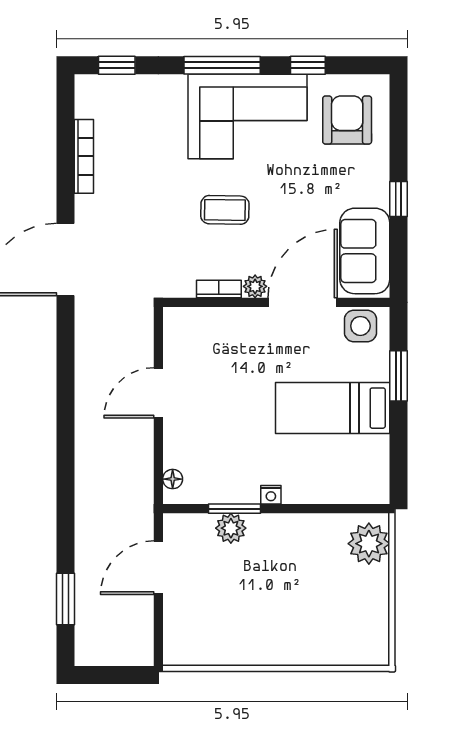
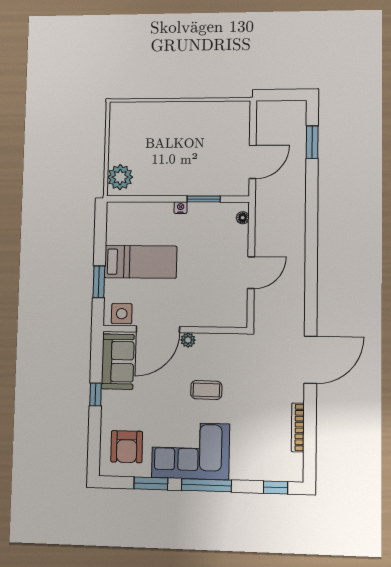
window: (308, 65) -> (151, 483), width x1.50
bookcase: (219, 289) -> (211, 339), removed
plant: (231, 528) -> (206, 187), removed

